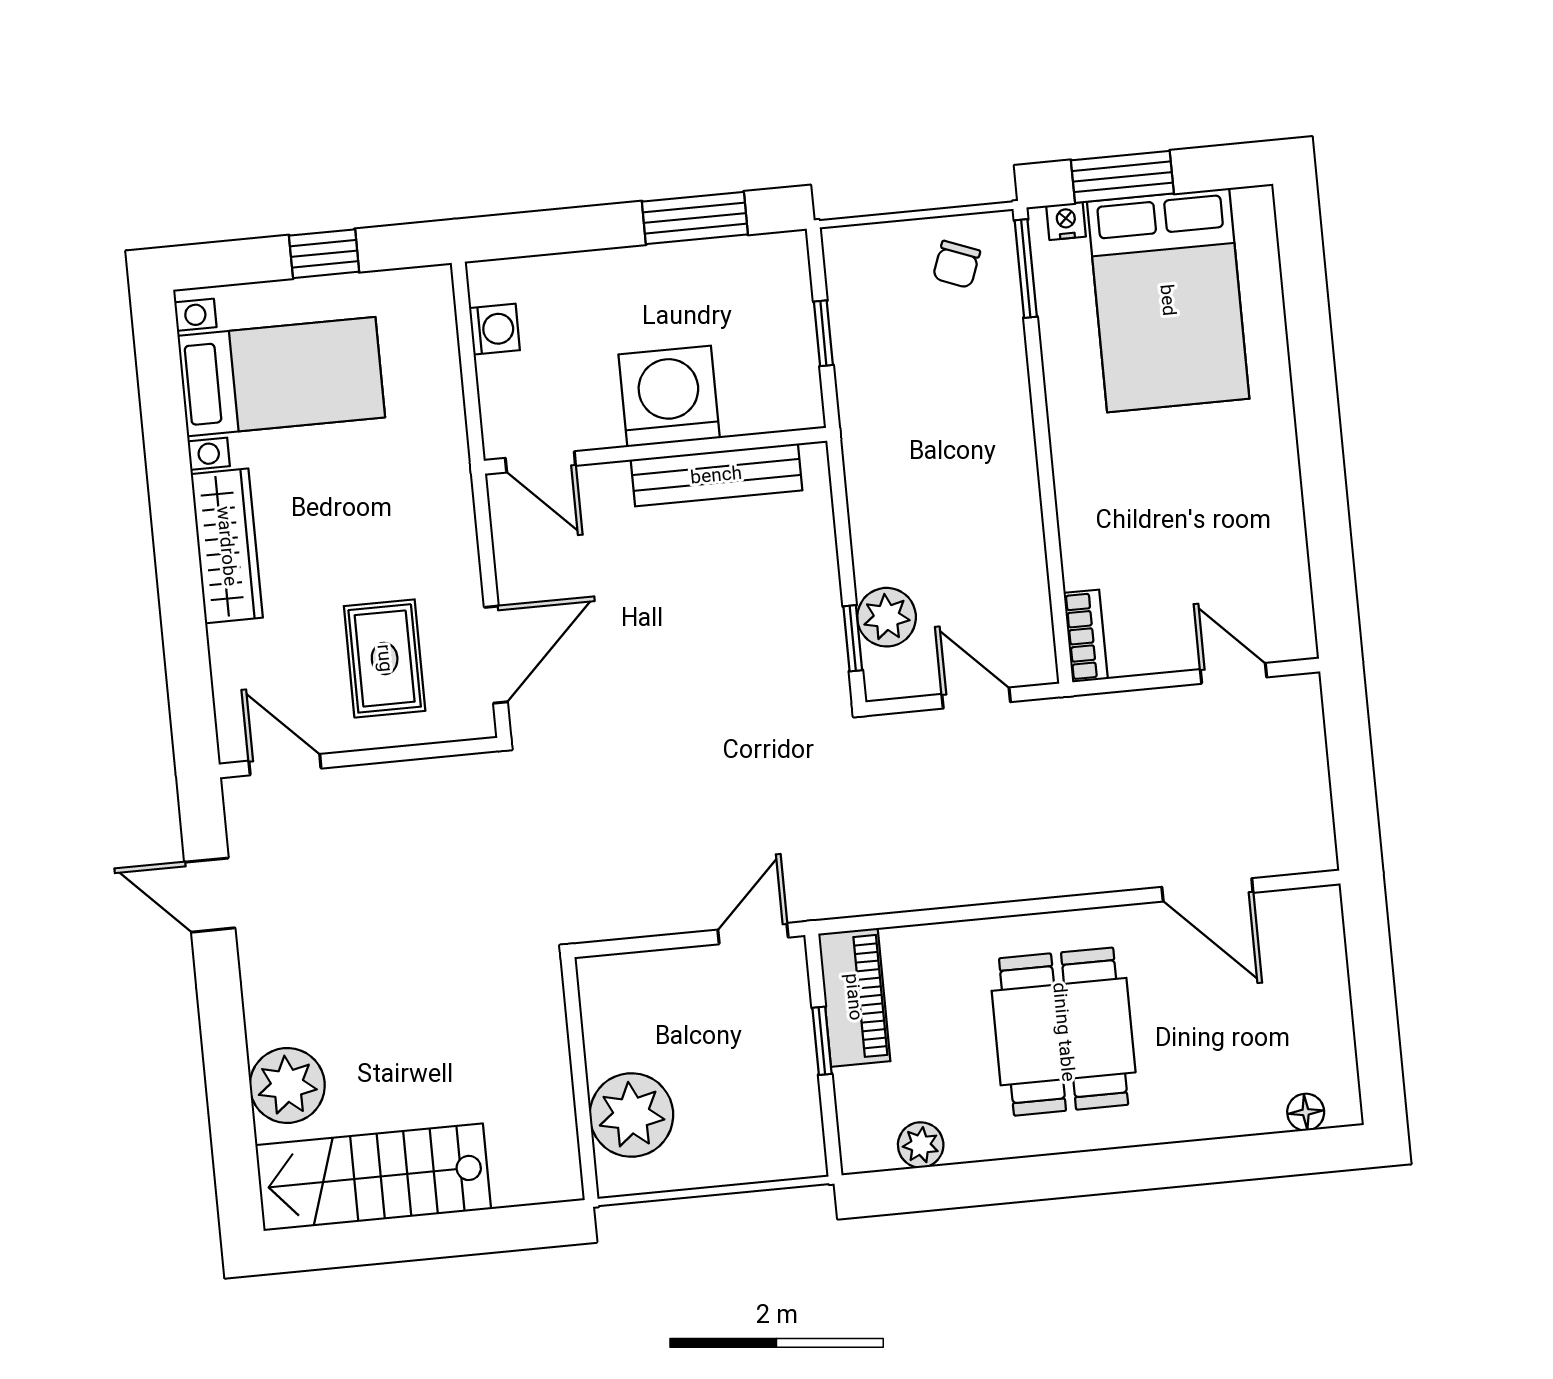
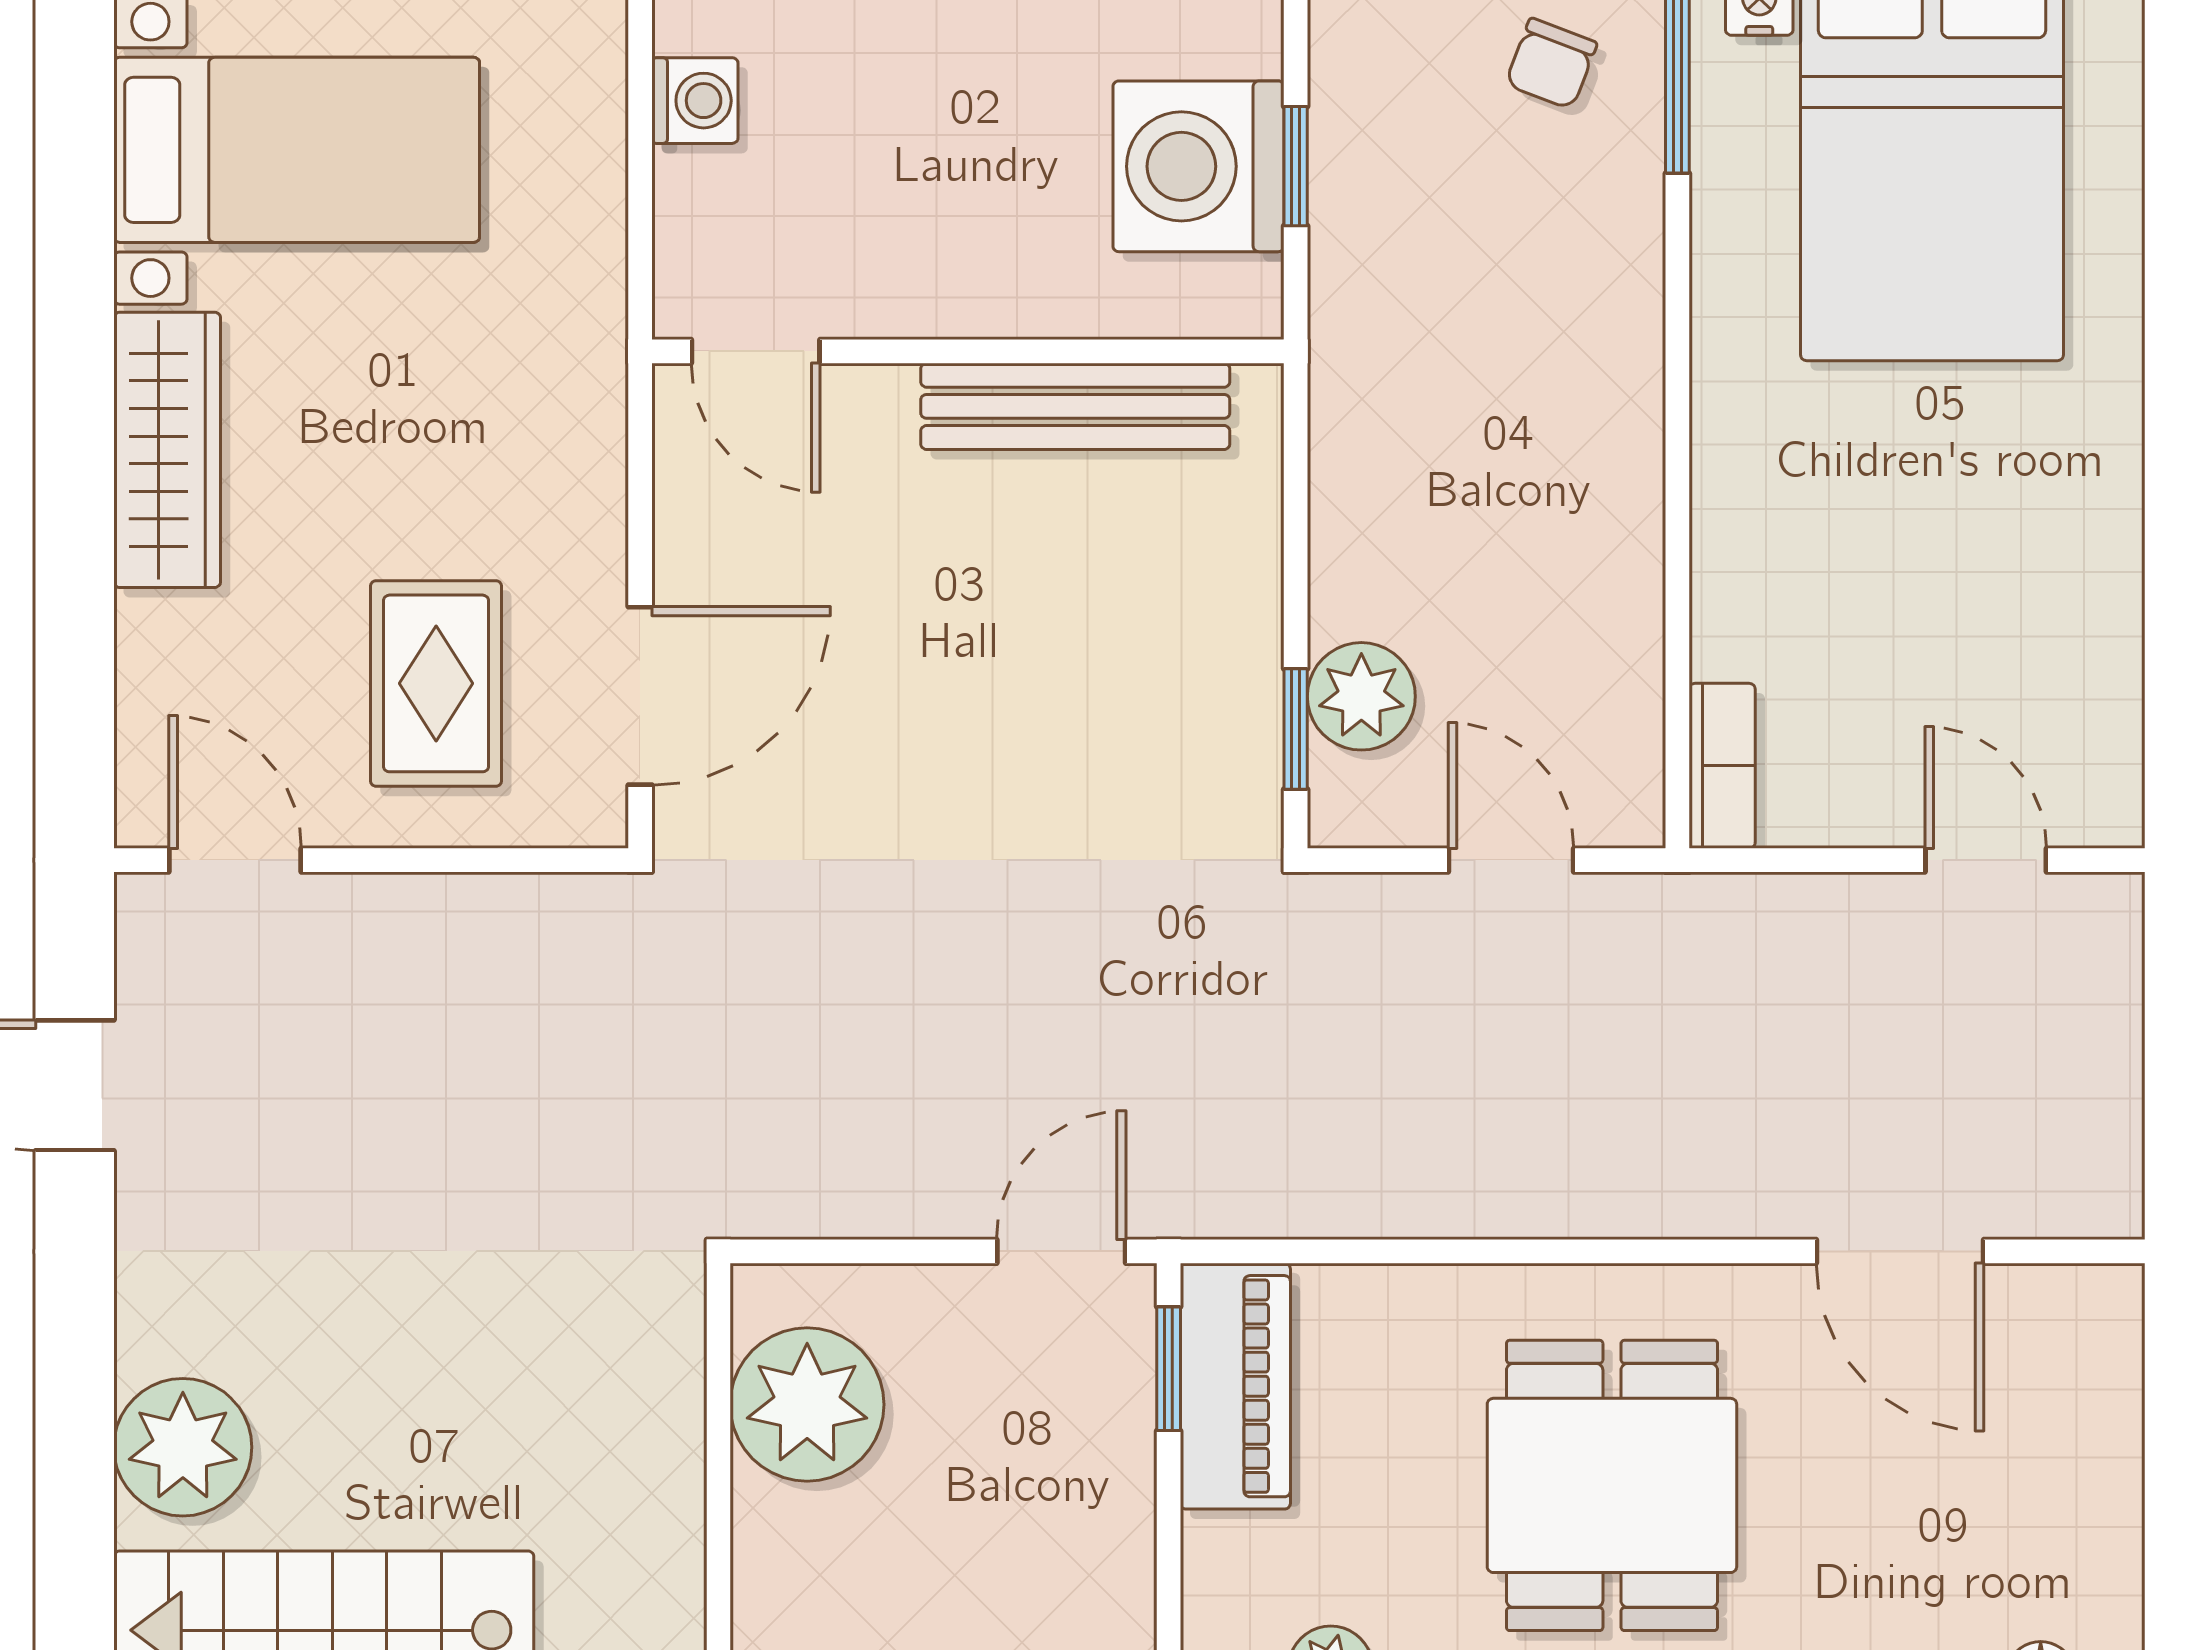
washing machine: (669, 396) -> (1199, 166), moved, turned -90
window: (822, 1041) -> (1169, 1369), moved
plant: (631, 1115) -> (807, 1405), moved

